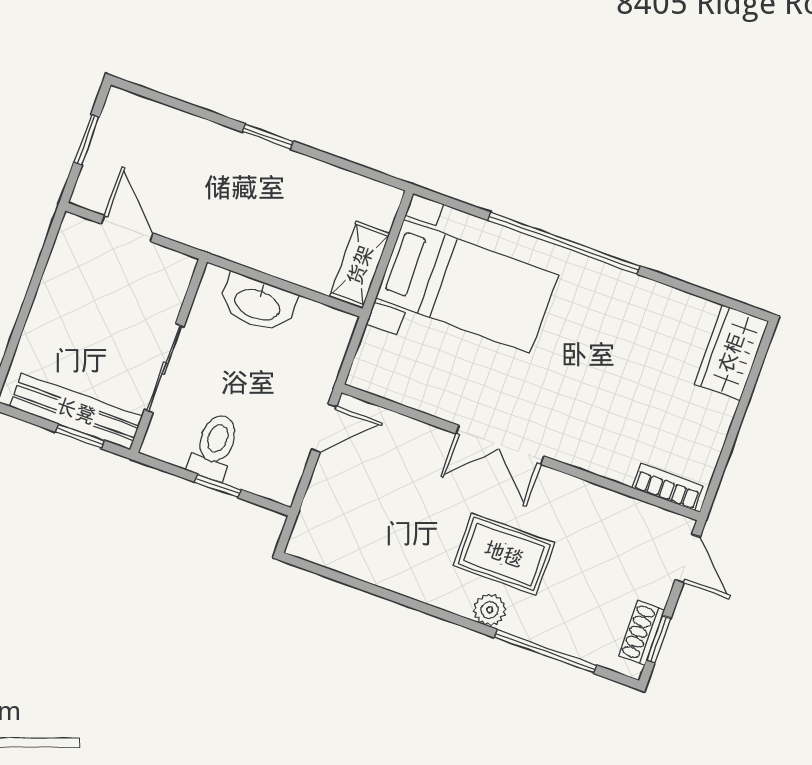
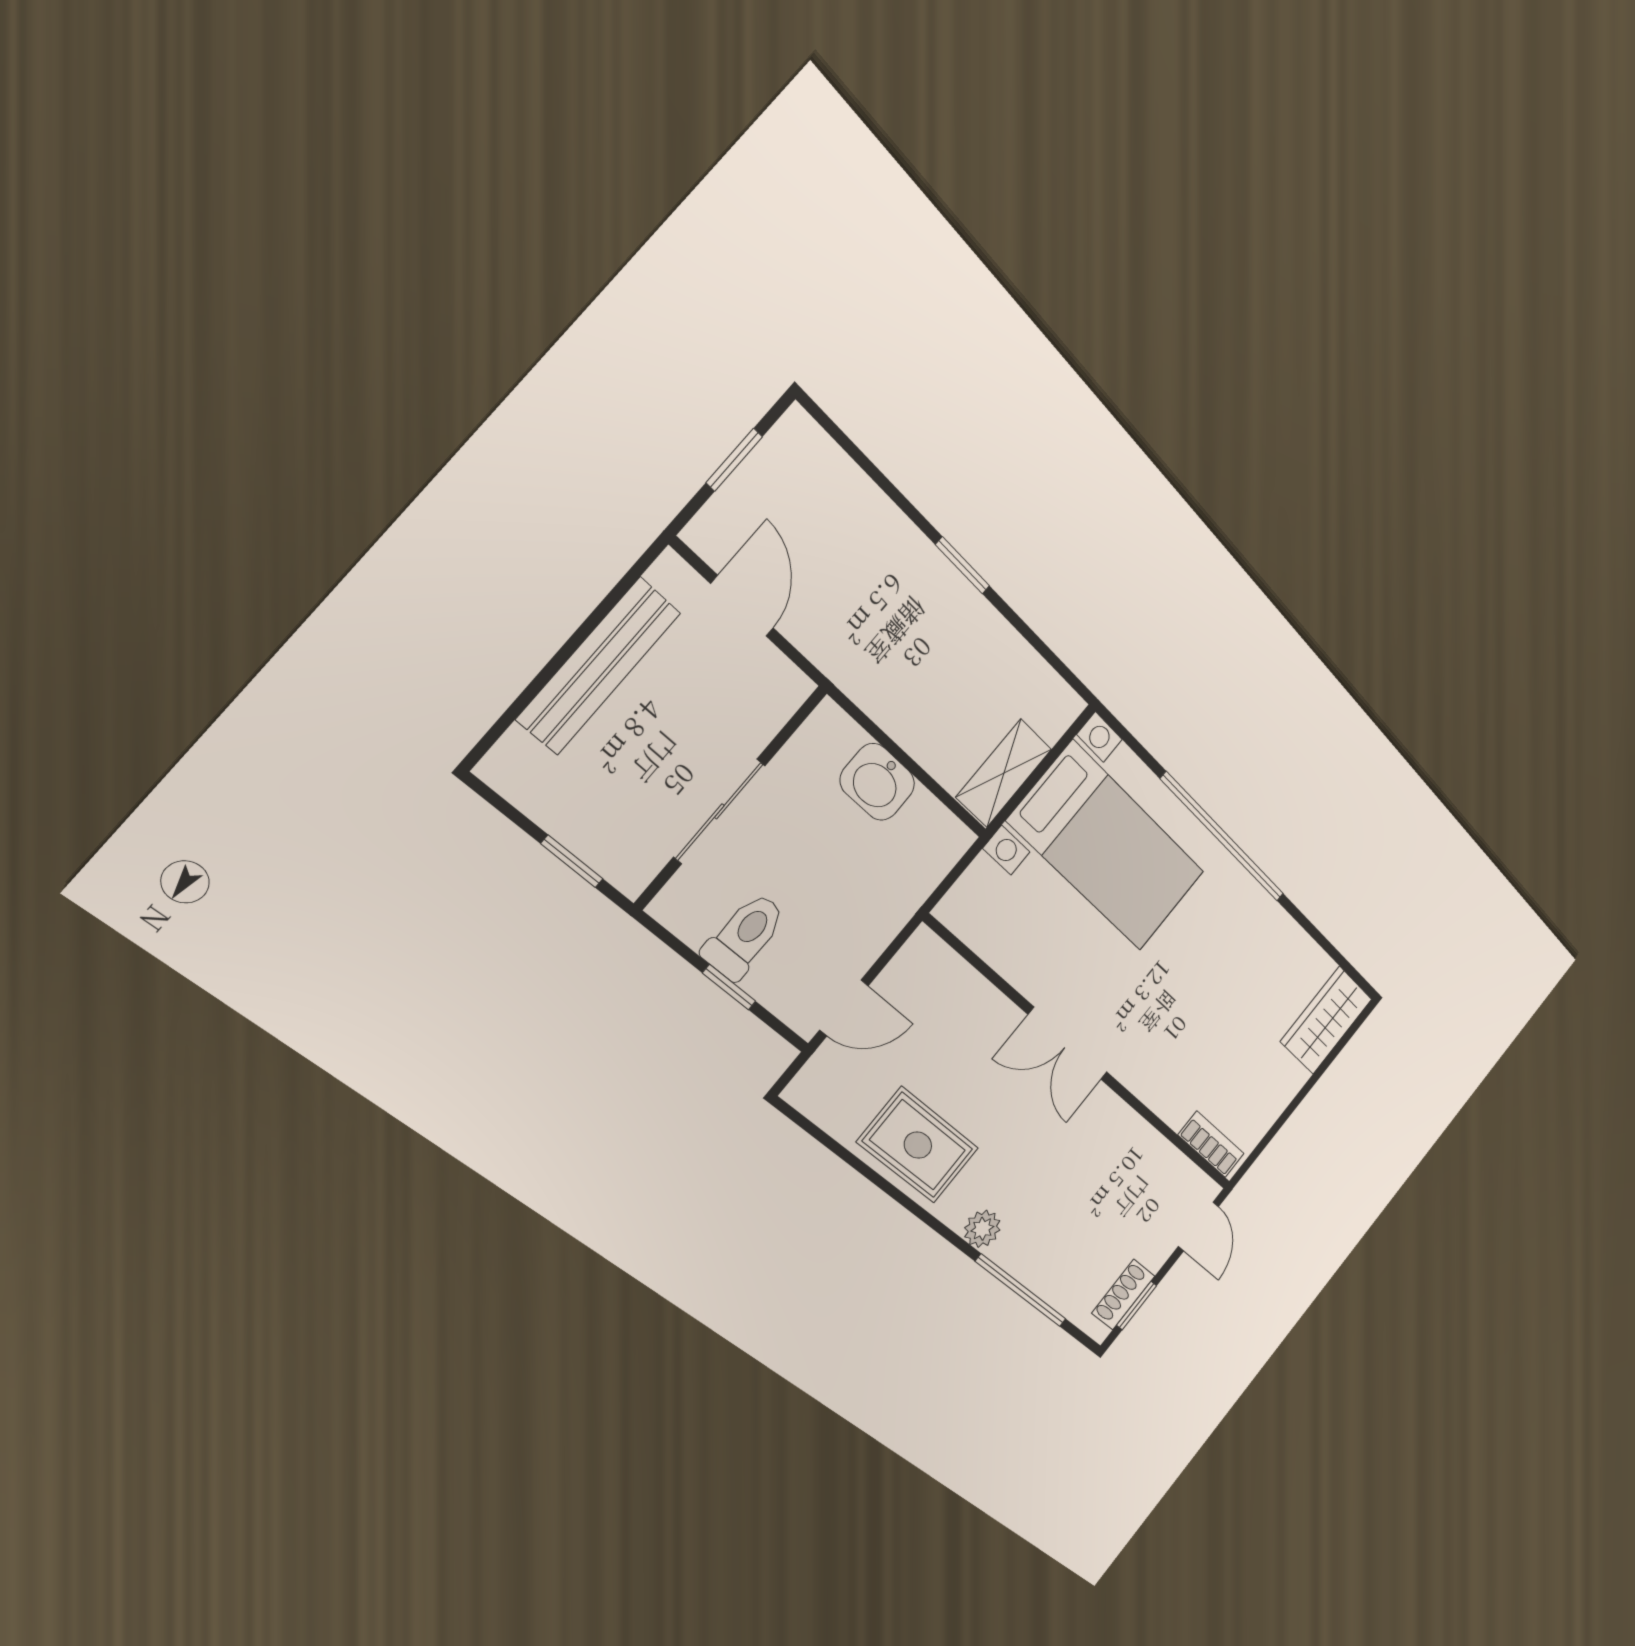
washbasin: (258, 303) -> (877, 782), width x0.72
bench: (76, 411) -> (599, 666), moved, turned 90
door: (324, 428) -> (844, 1008), moved
rug: (504, 554) -> (918, 1145), moved

